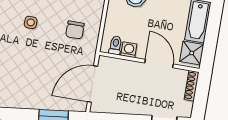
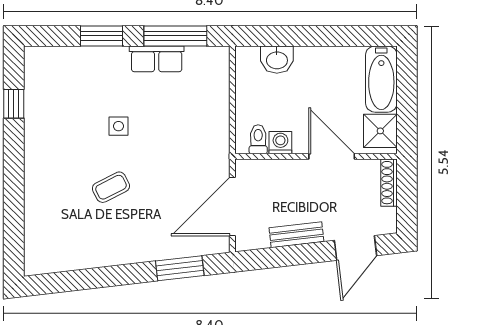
chair: (75, 30) -> (190, 126), removed
coffee table: (20, 59) -> (111, 187), added
bench: (129, 108) -> (296, 235), added

